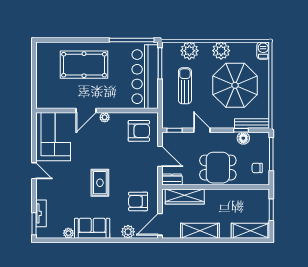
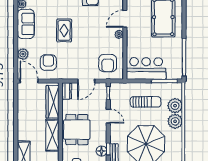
plant: (221, 51) -> (175, 121), moved
bar counter: (145, 77) -> (146, 69), width x0.73
door: (86, 110) -> (125, 19), hinge flipped
door: (202, 130) -> (108, 116), hinge flipped
rug: (100, 183) -> (64, 30), turned 90
shelving: (200, 231) -> (52, 135), moved

